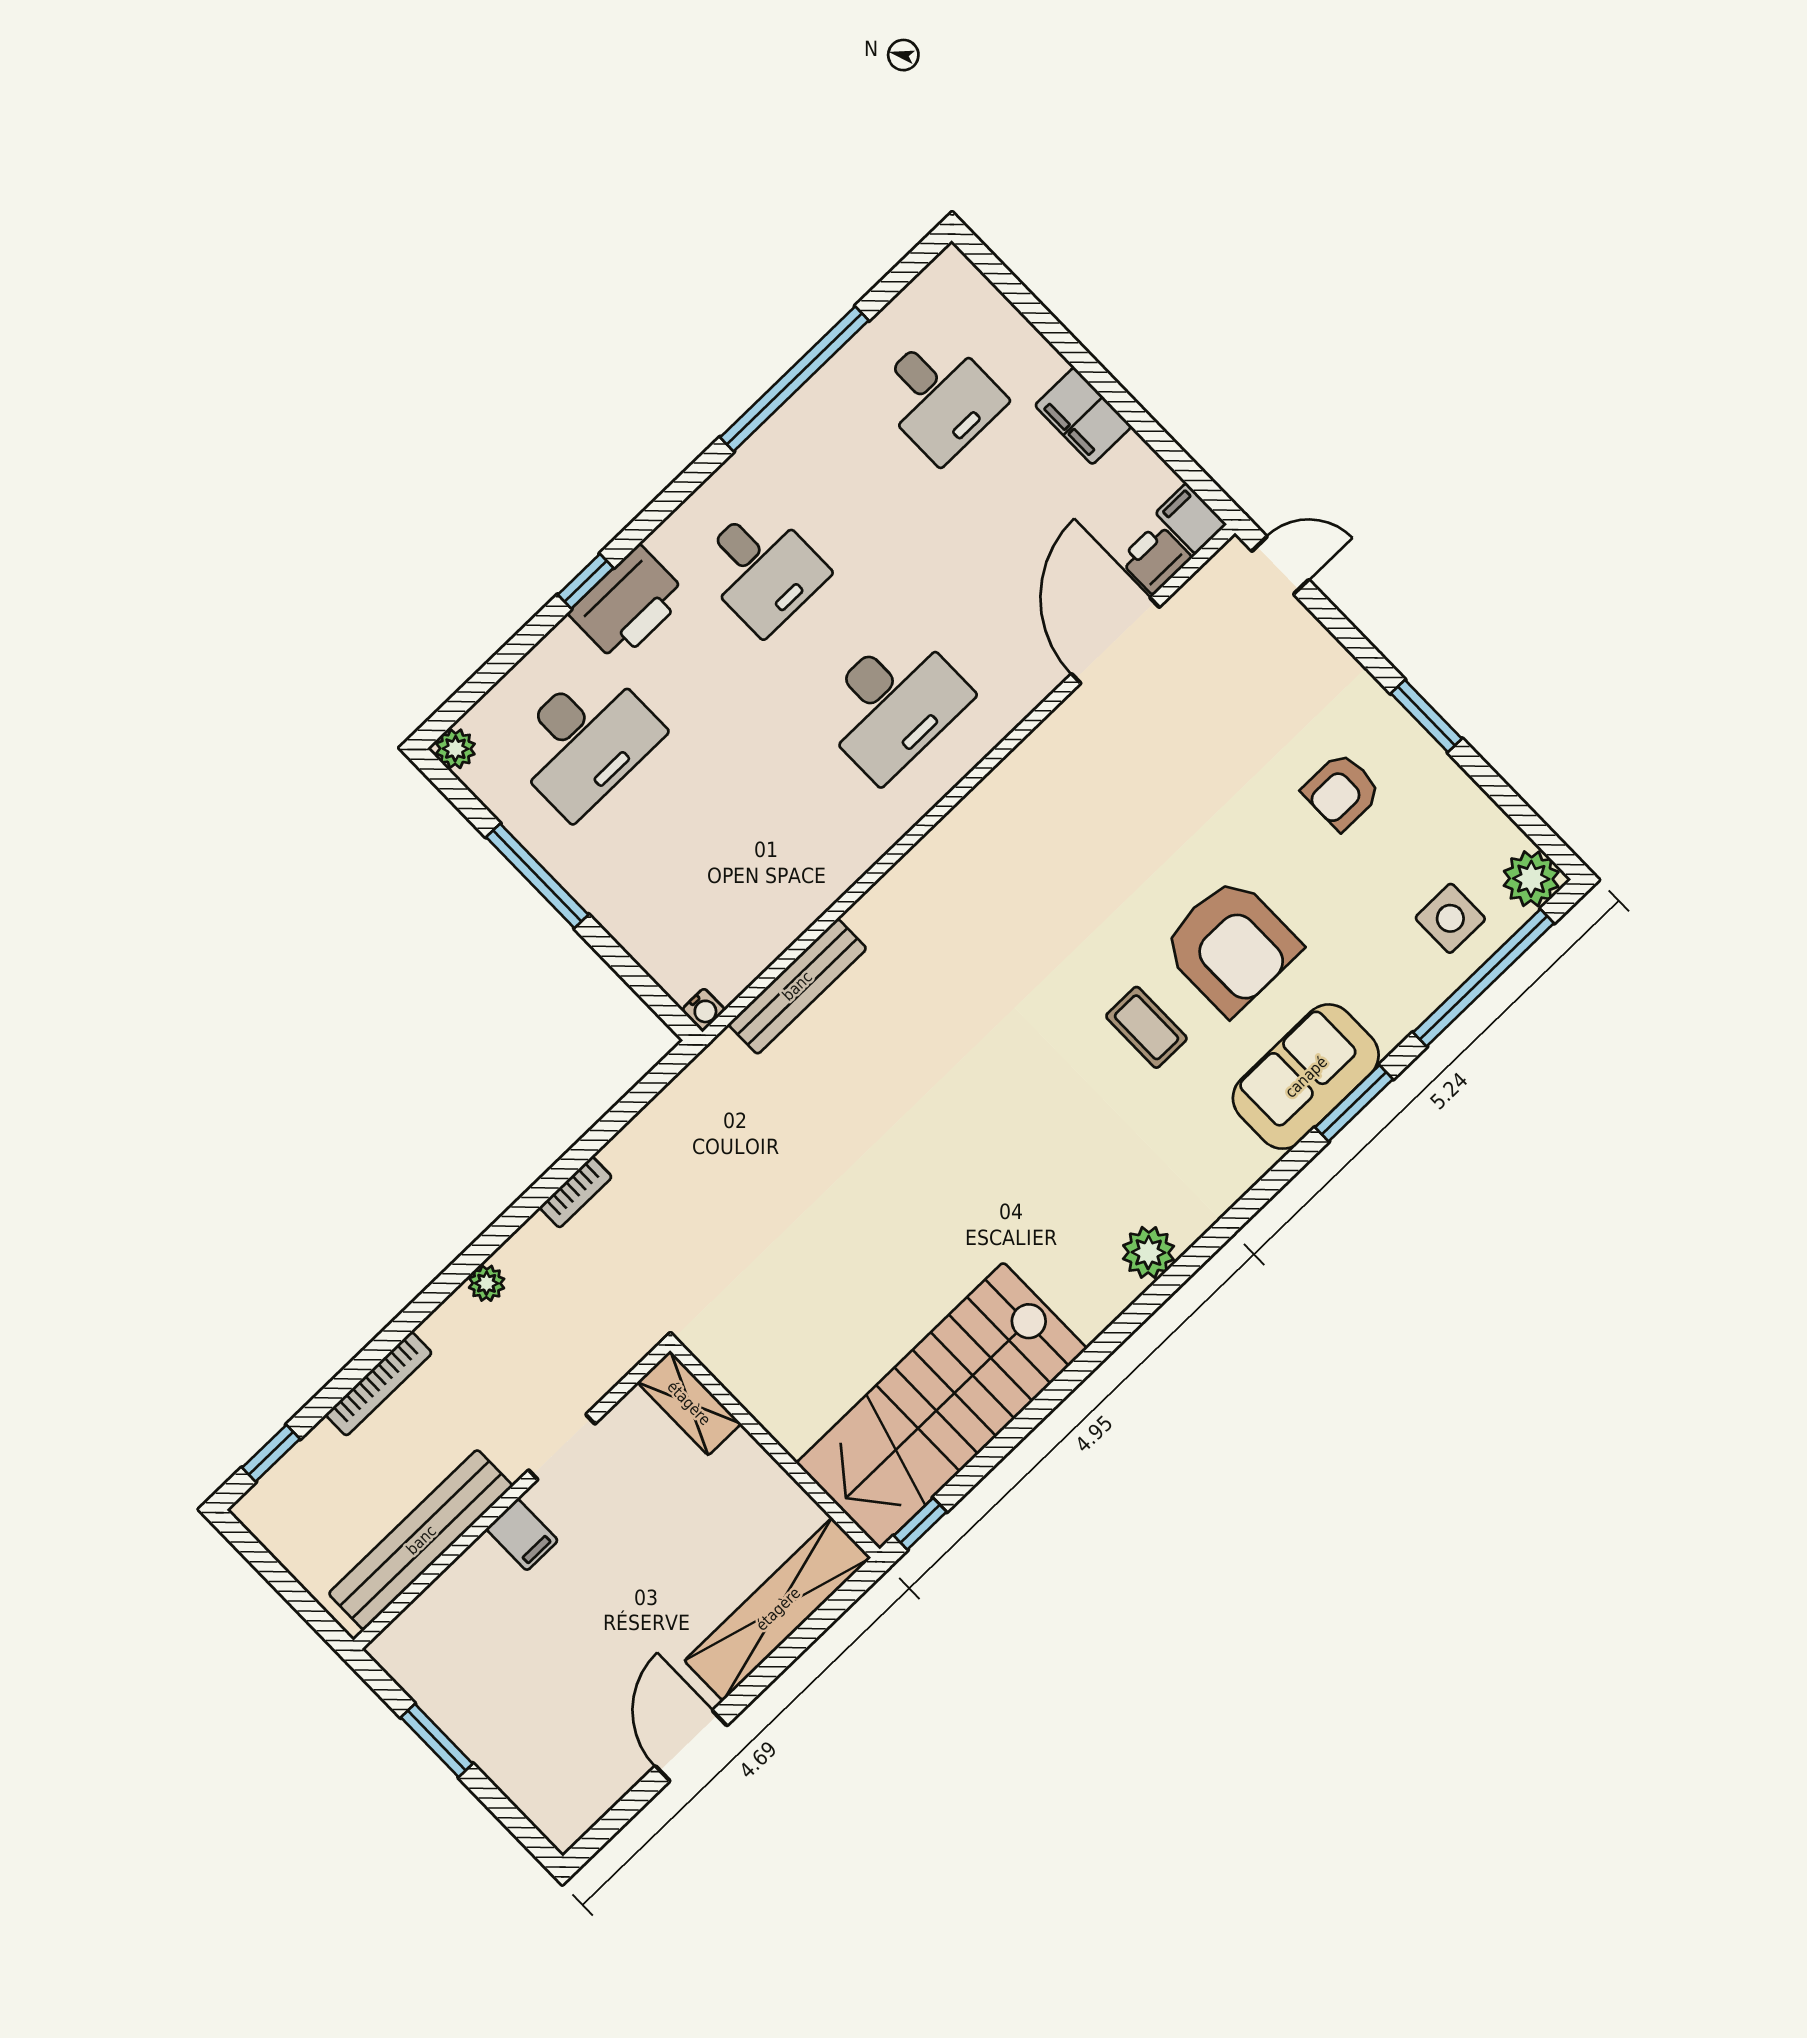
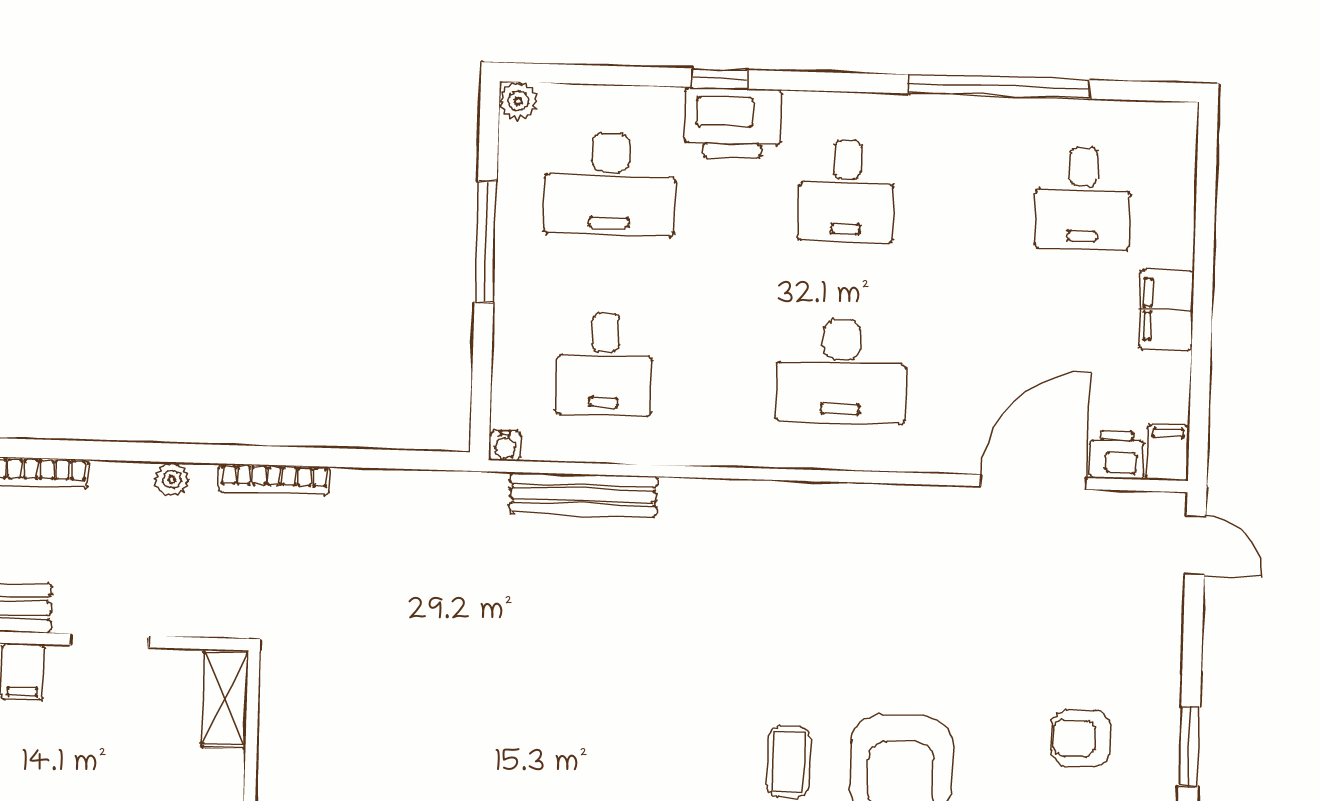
desk: (715, 876) -> (605, 364), added
bookcase: (576, 1192) -> (274, 479), width x1.56

